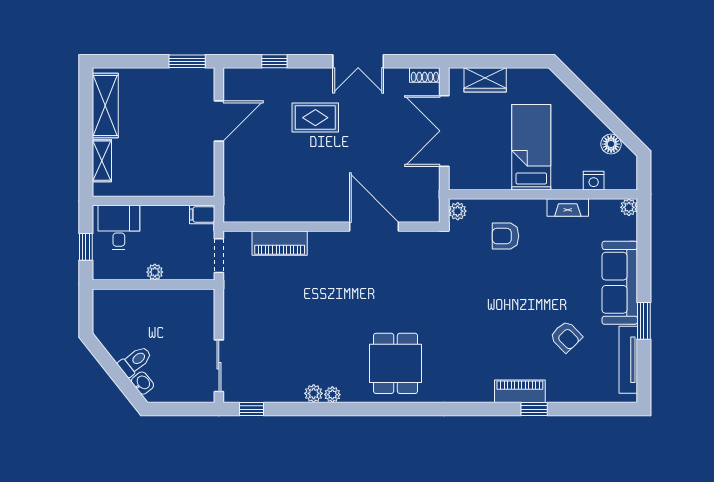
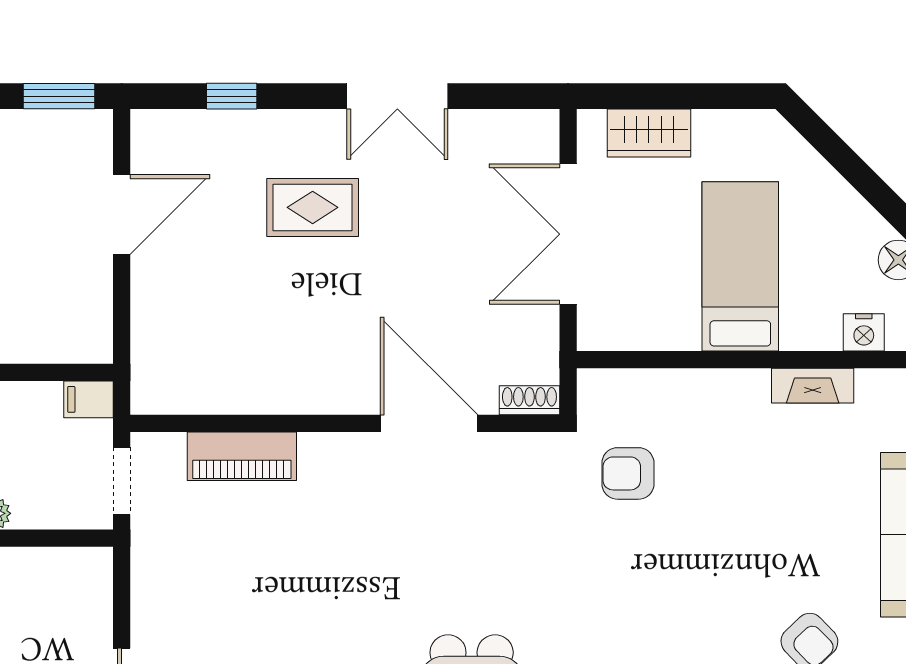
shoe rack: (425, 75) -> (529, 400), moved, turned 180
plant: (458, 211) -> (594, 393), removed
armchair: (505, 236) -> (628, 473), moved

